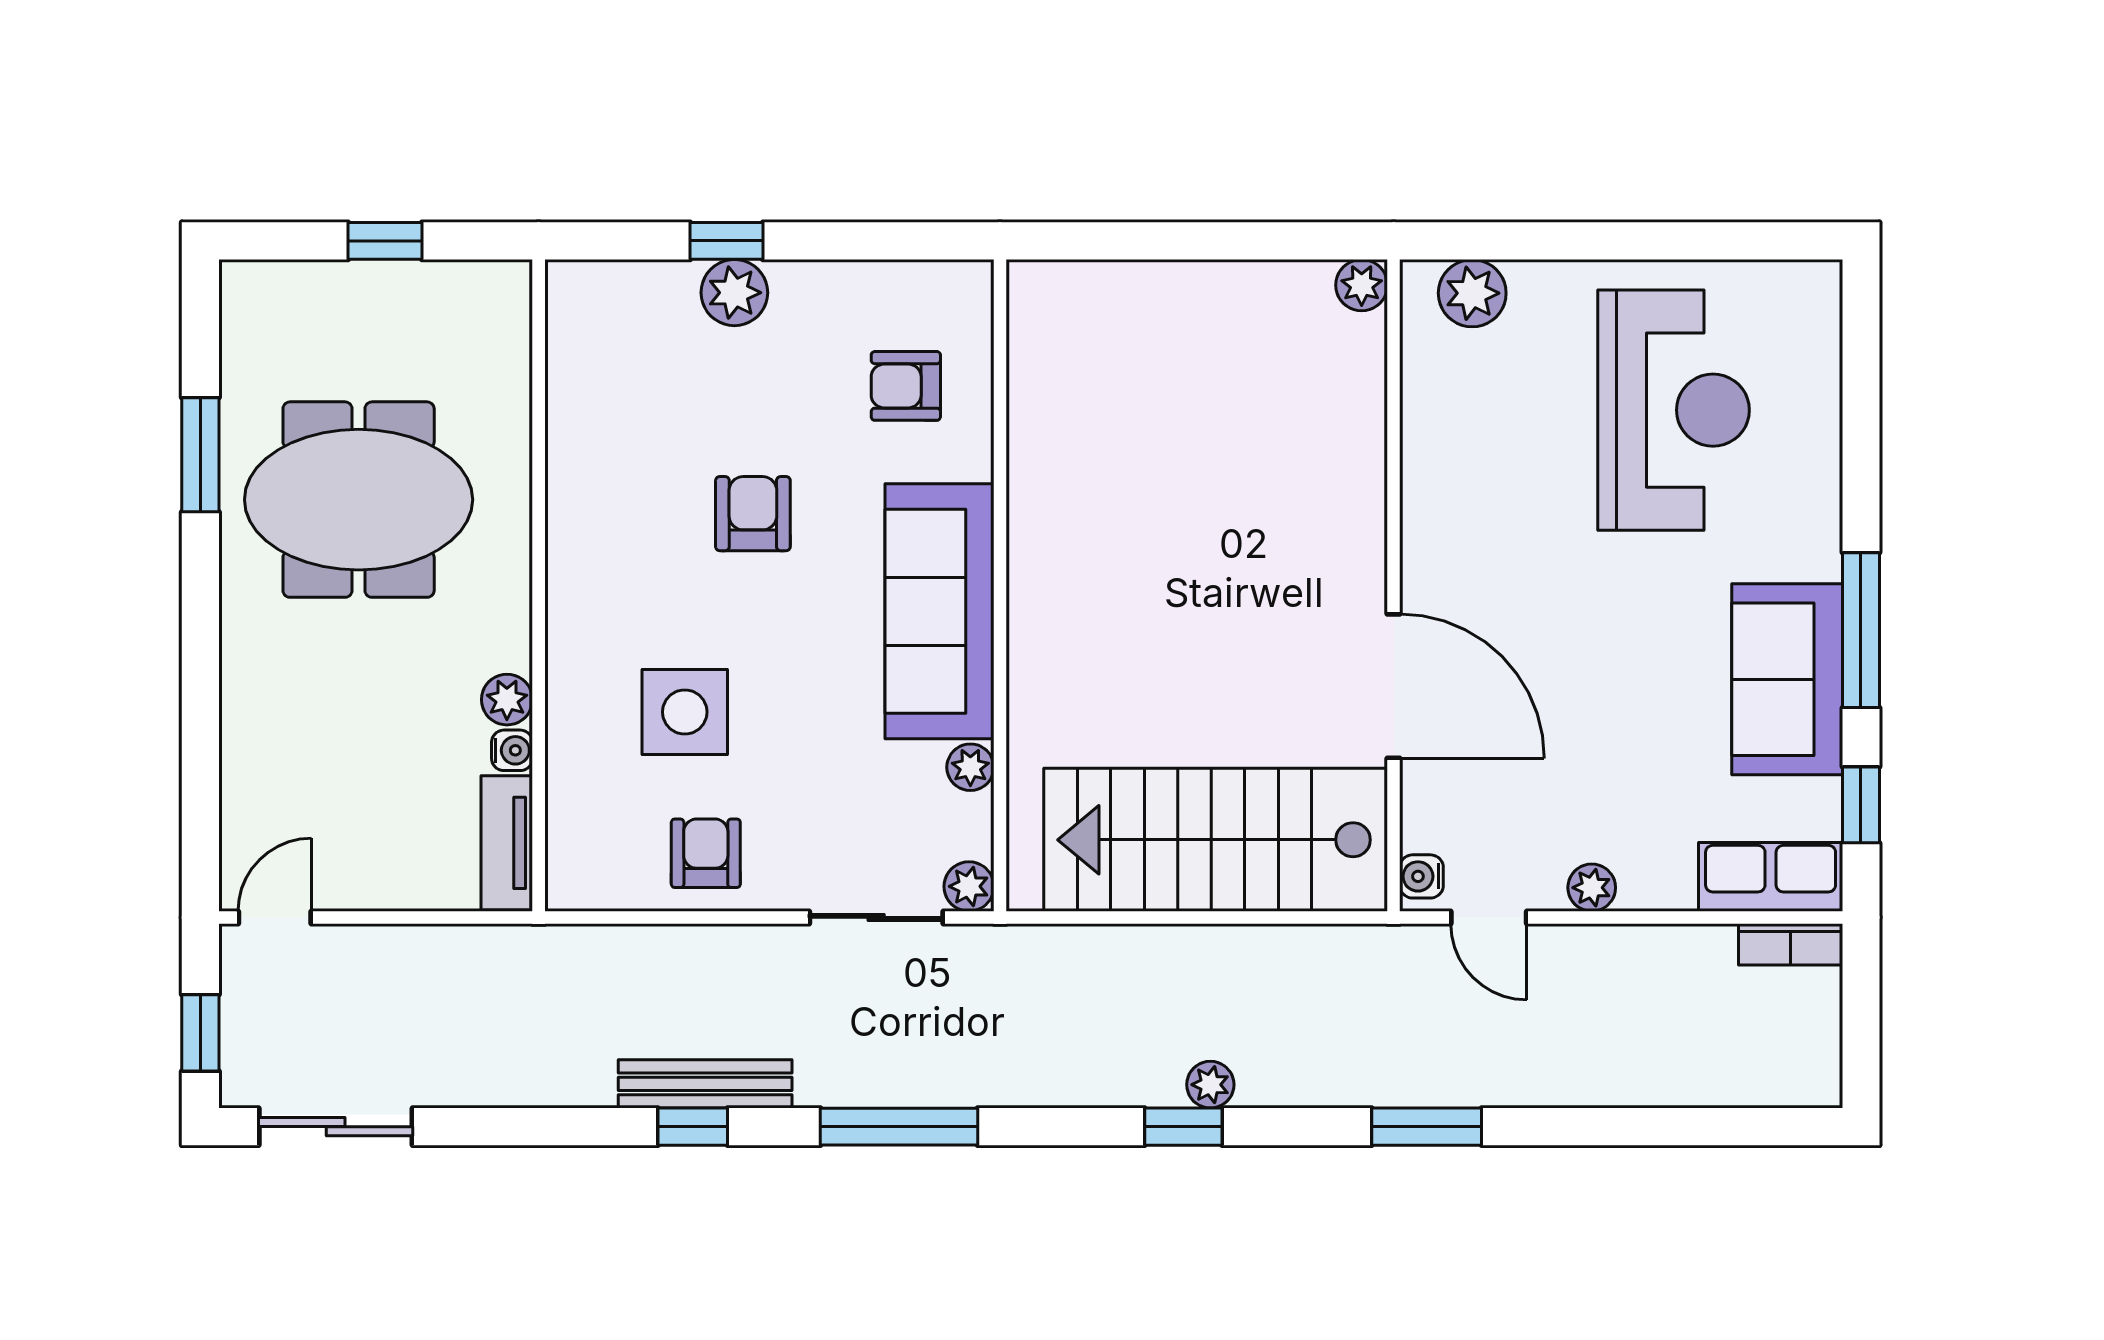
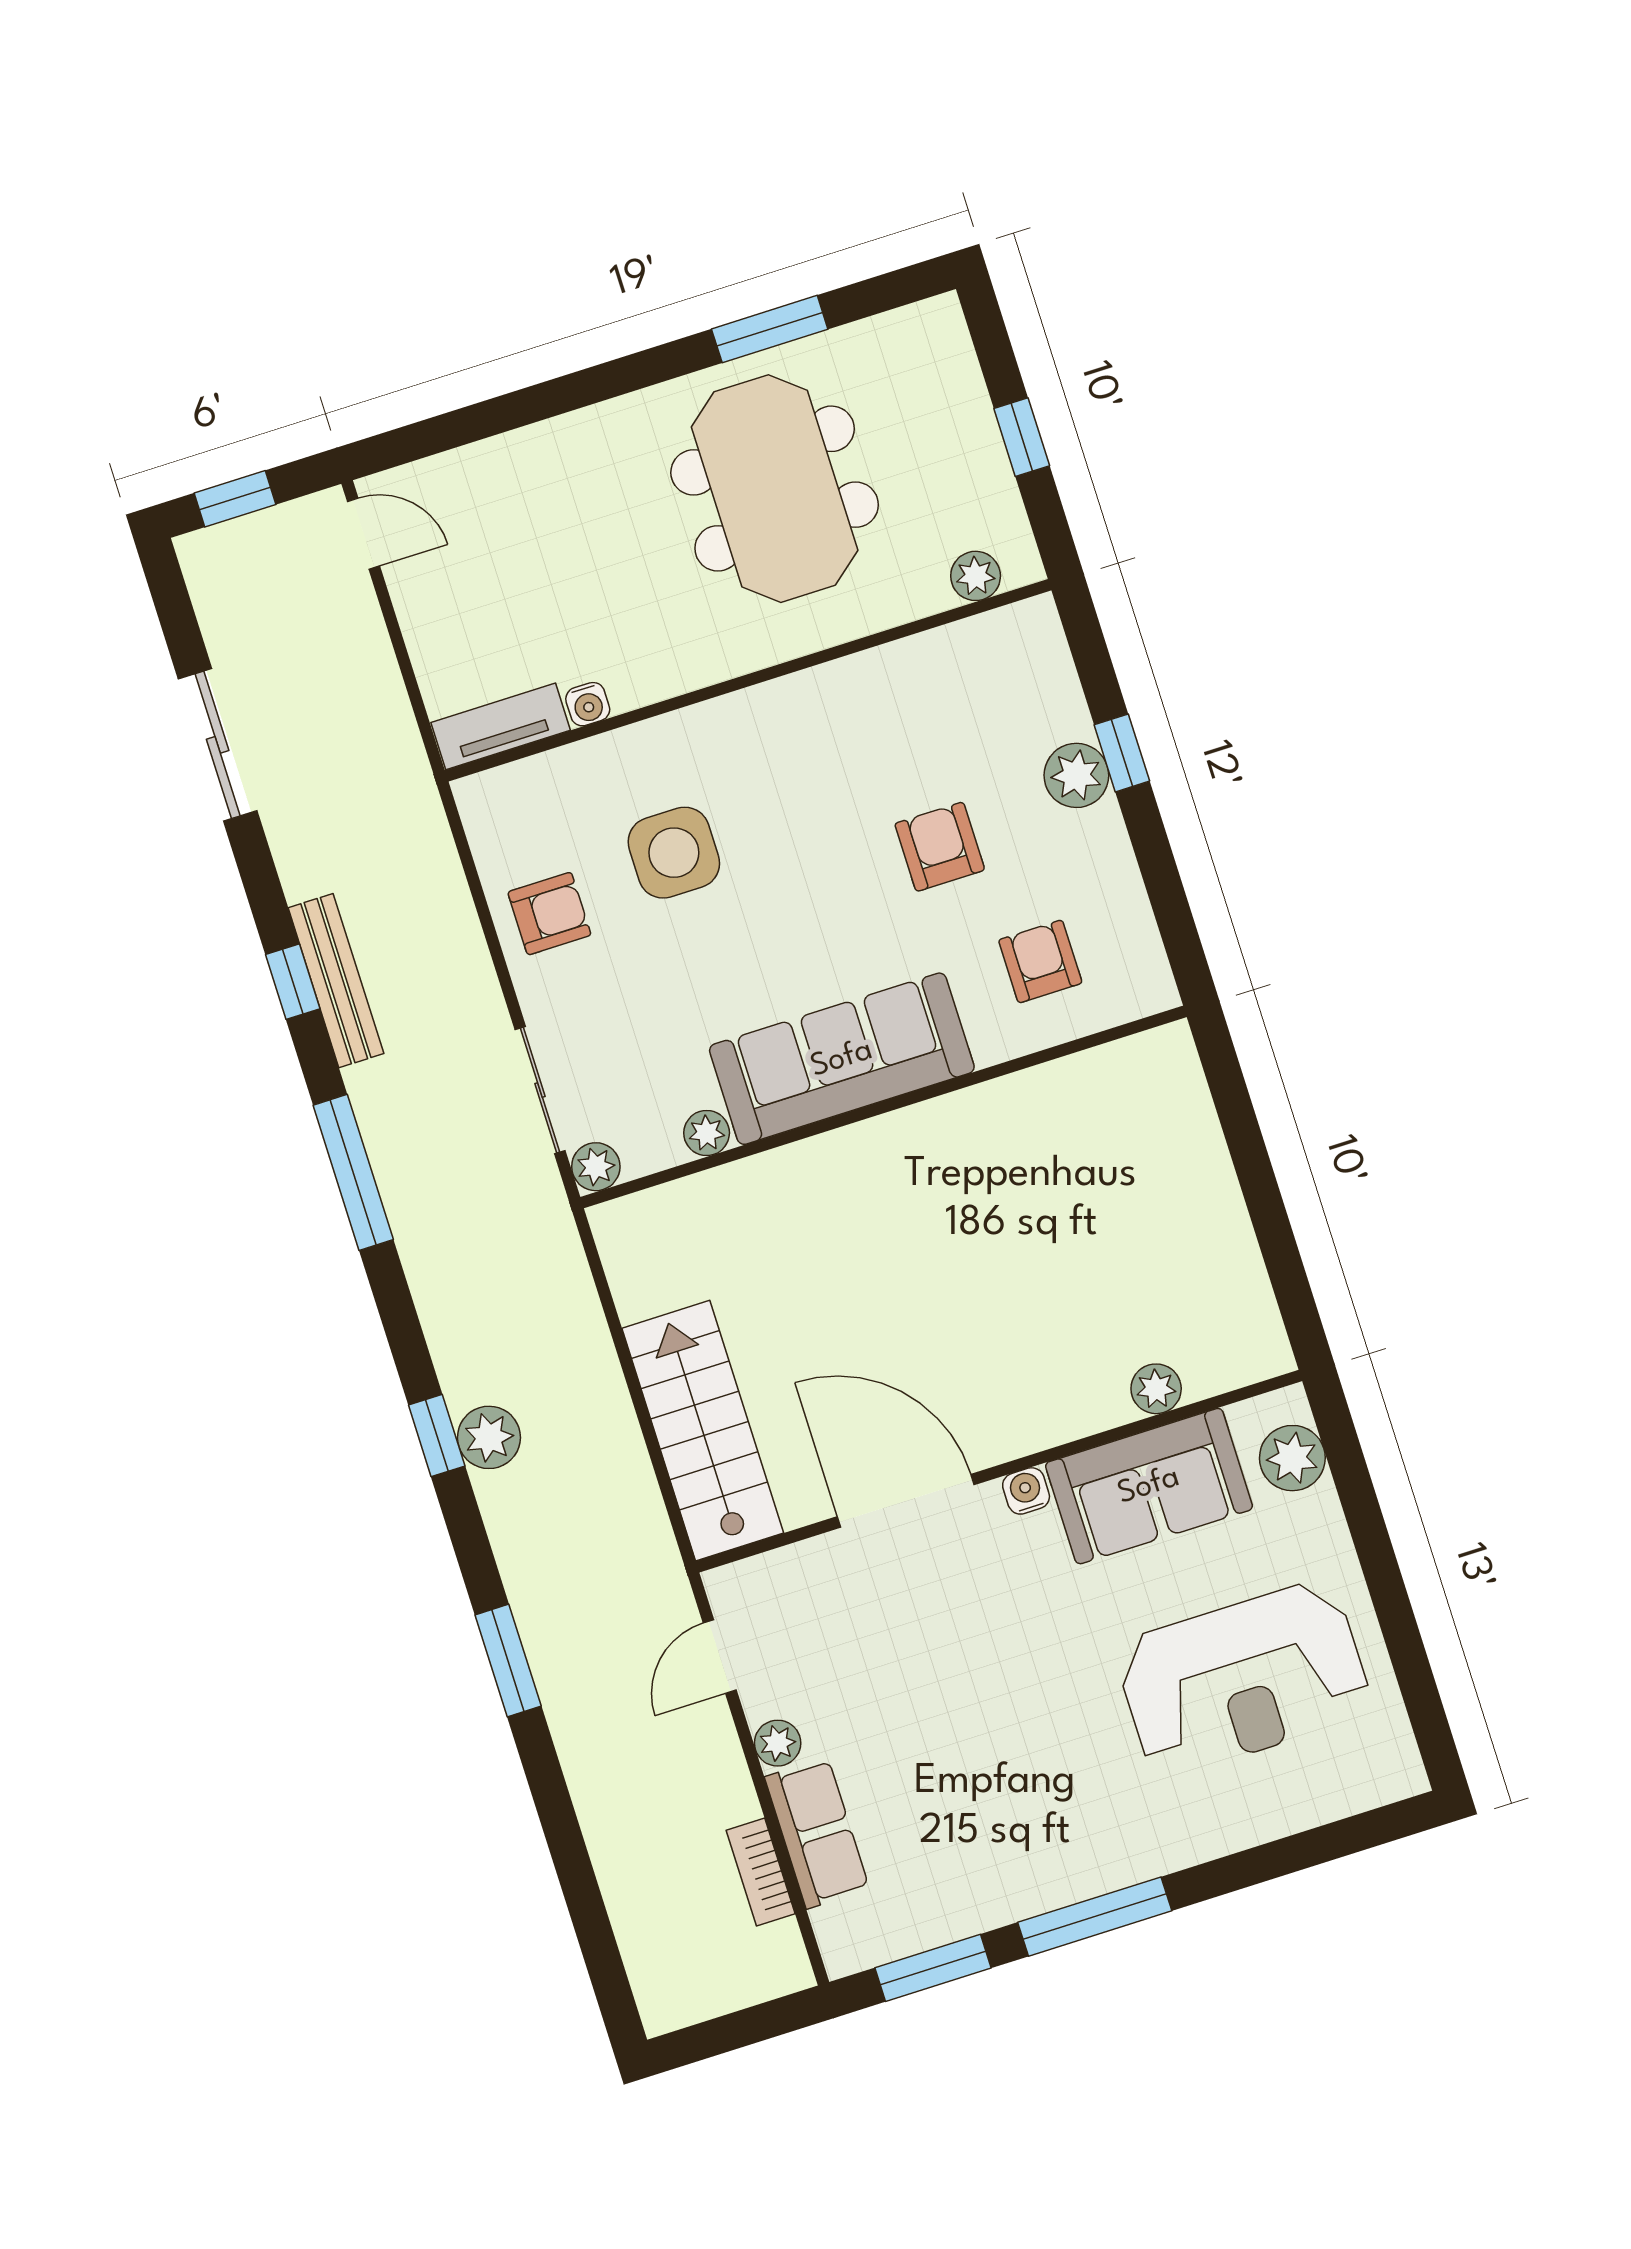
plant: (1362, 285) -> (1156, 1389), moved
armchair: (753, 514) -> (940, 847), moved, turned -90
sofa: (1787, 679) -> (1149, 1486), moved, turned 180
door: (1394, 686) -> (906, 1501), swing flipped
plant: (507, 700) -> (976, 576), moved
window: (1861, 805) -> (933, 1968), width x1.50
stairs: (1216, 840) -> (703, 1431), width x0.73, depth x0.66
water cooler: (1421, 876) -> (1026, 1491), moved
row of seats: (1771, 877) -> (817, 1833), moved
bookcase: (1791, 944) -> (761, 1872), moved
plant: (1210, 1085) -> (489, 1437), width x1.38, depth x1.38
sliding door: (336, 1127) -> (218, 745), moved

